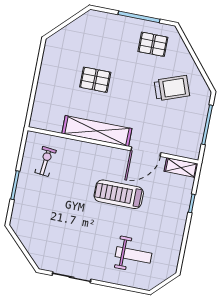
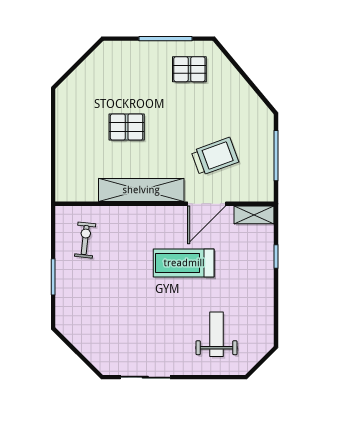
trolley: (172, 88) -> (215, 157), moved
weight bench: (134, 255) -> (217, 334), turned -90

